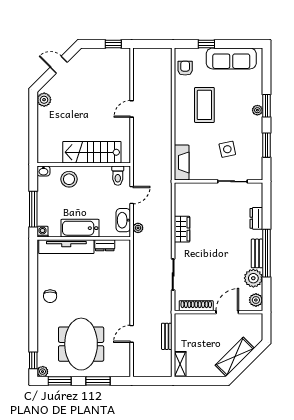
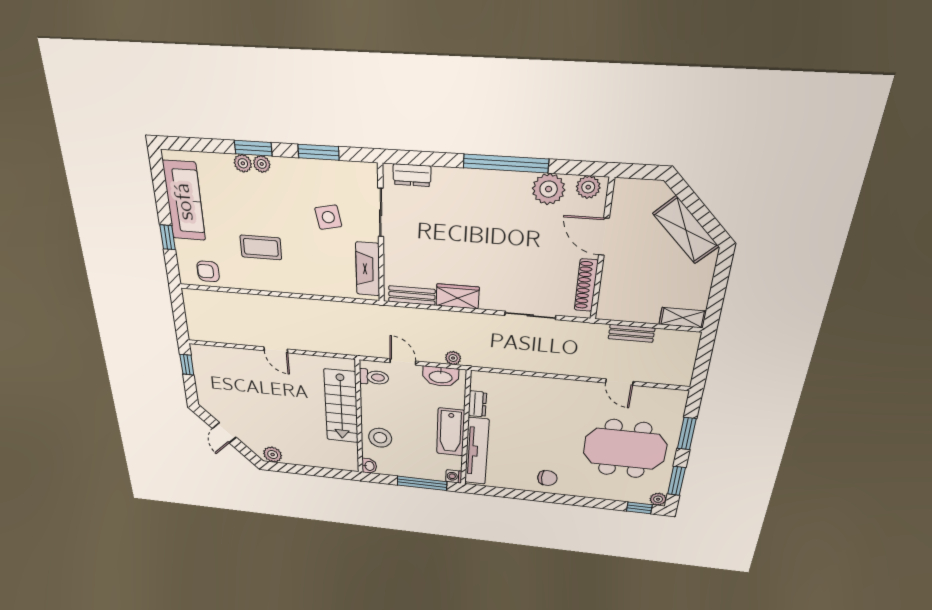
plant: (257, 99) -> (243, 163), added
coffee table: (204, 105) -> (261, 247), width x0.73, depth x0.76
fireplace: (182, 162) -> (368, 269), moved, turned -90
dresser: (256, 218) -> (412, 175), moved
bench: (257, 253) -> (412, 296), moved

